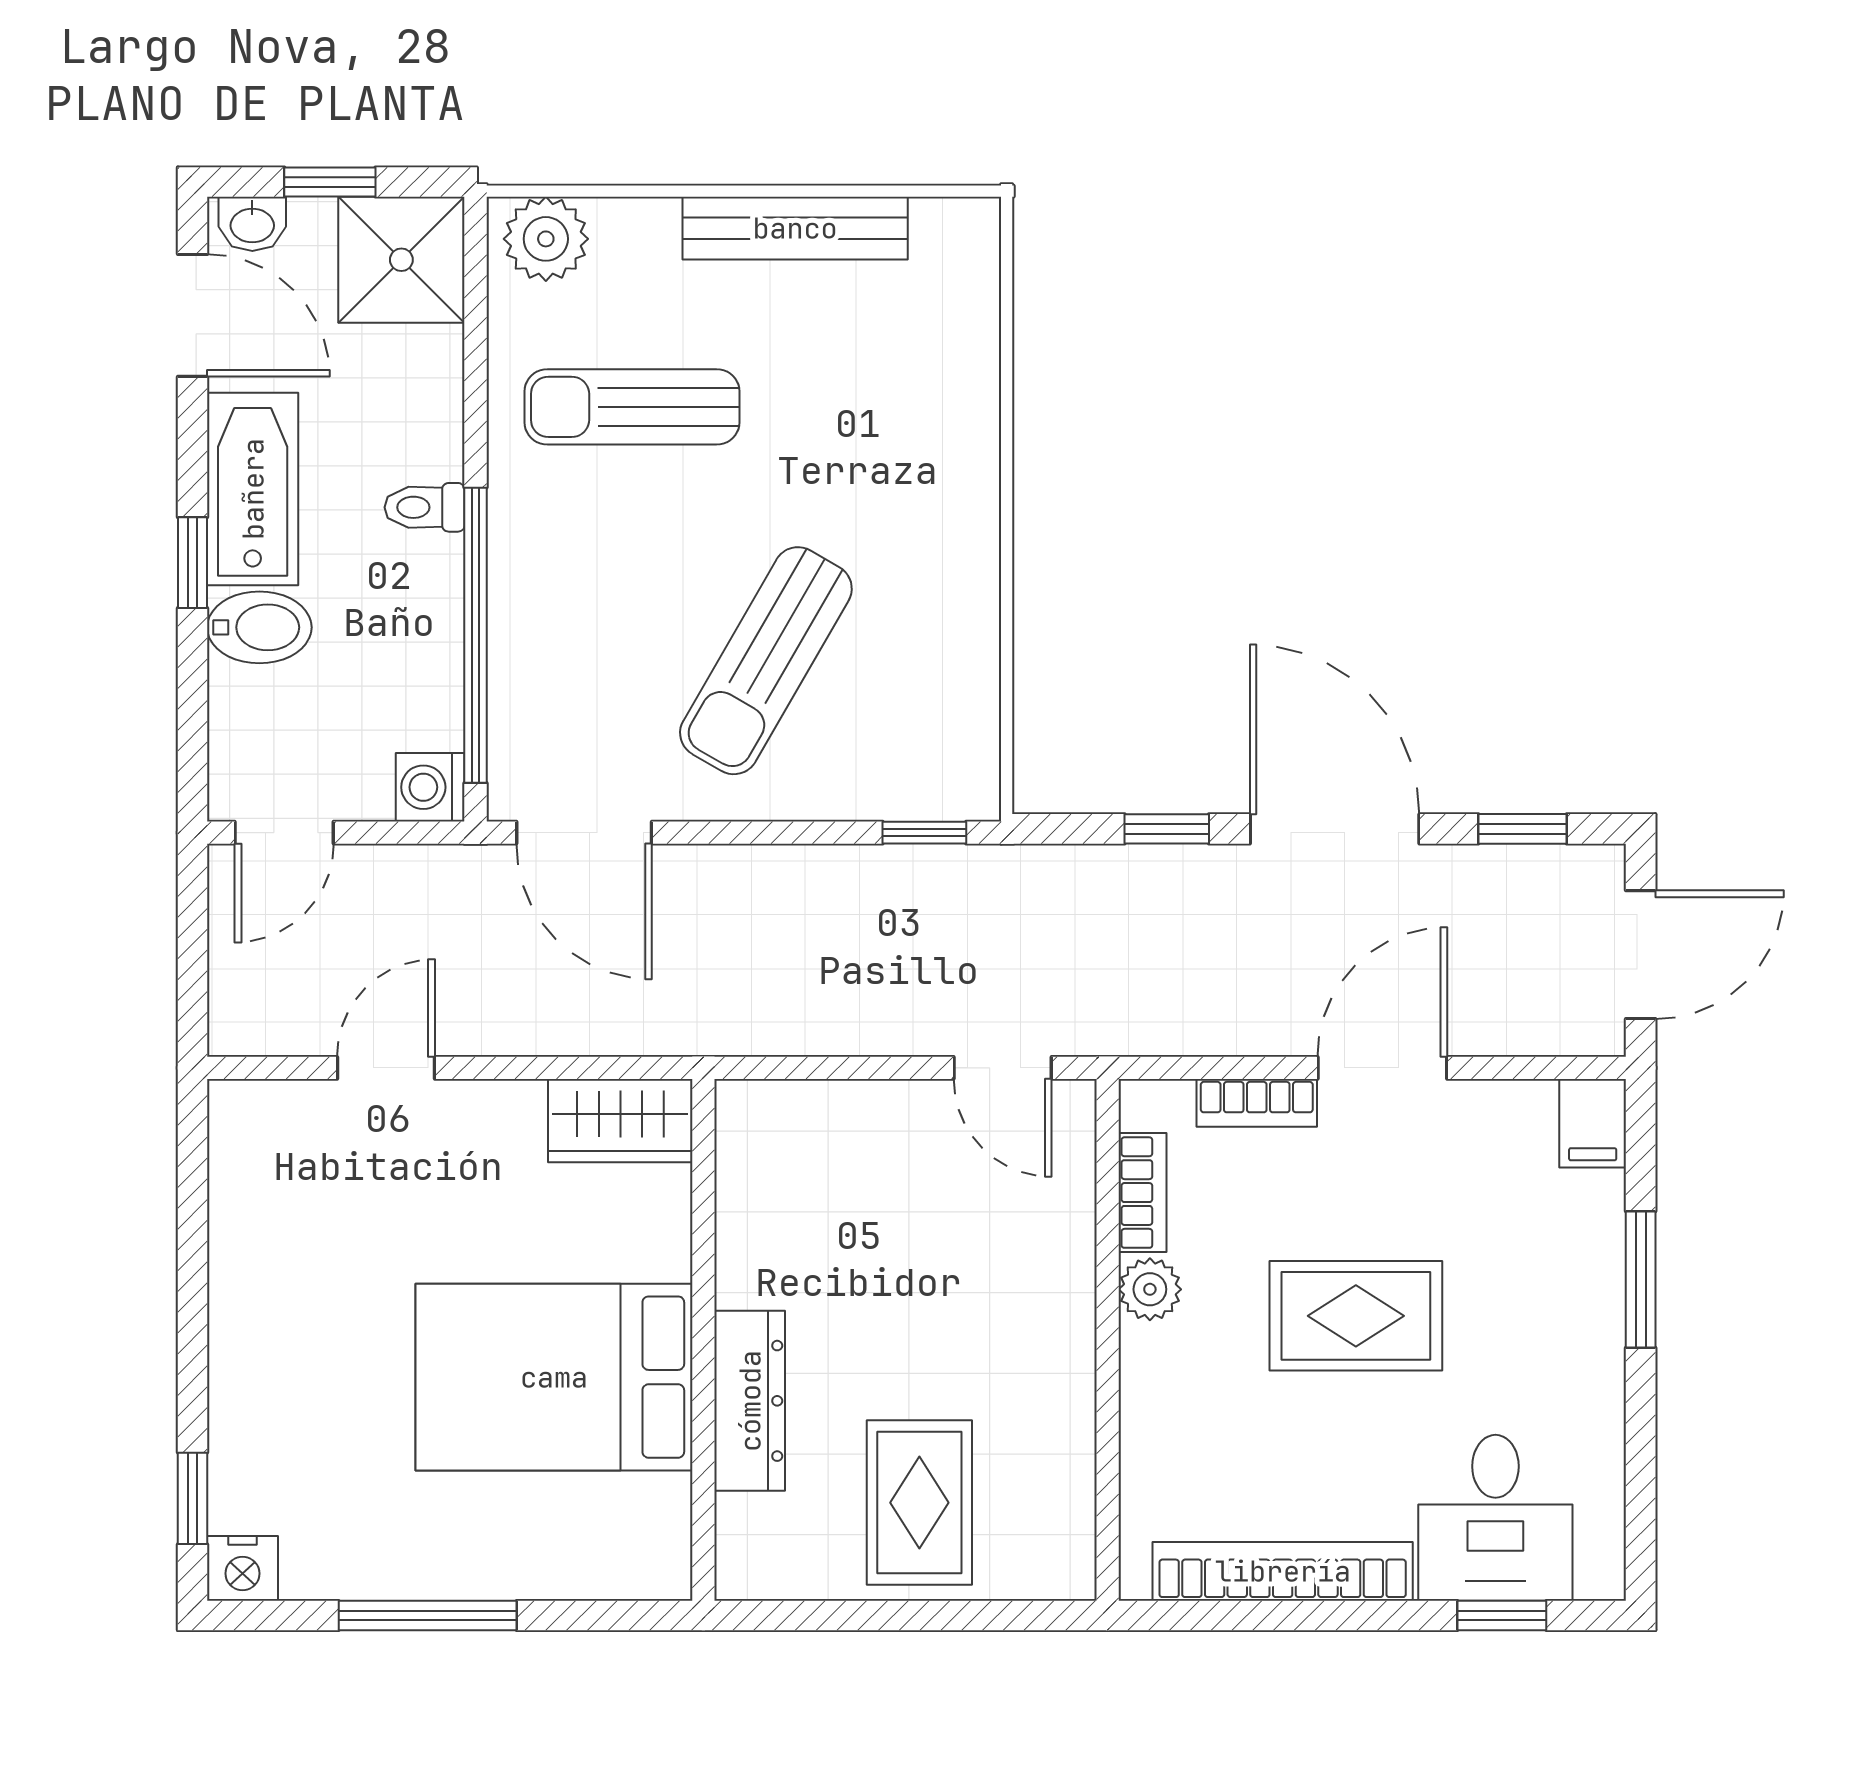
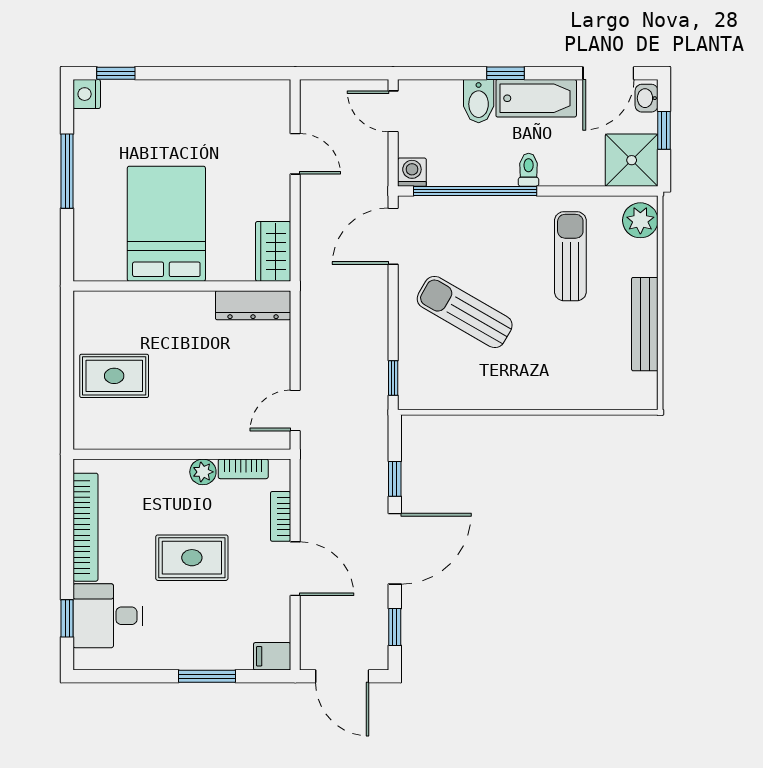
rug: (1356, 1316) -> (192, 558), turned 90
dresser: (750, 1401) -> (253, 305), moved

